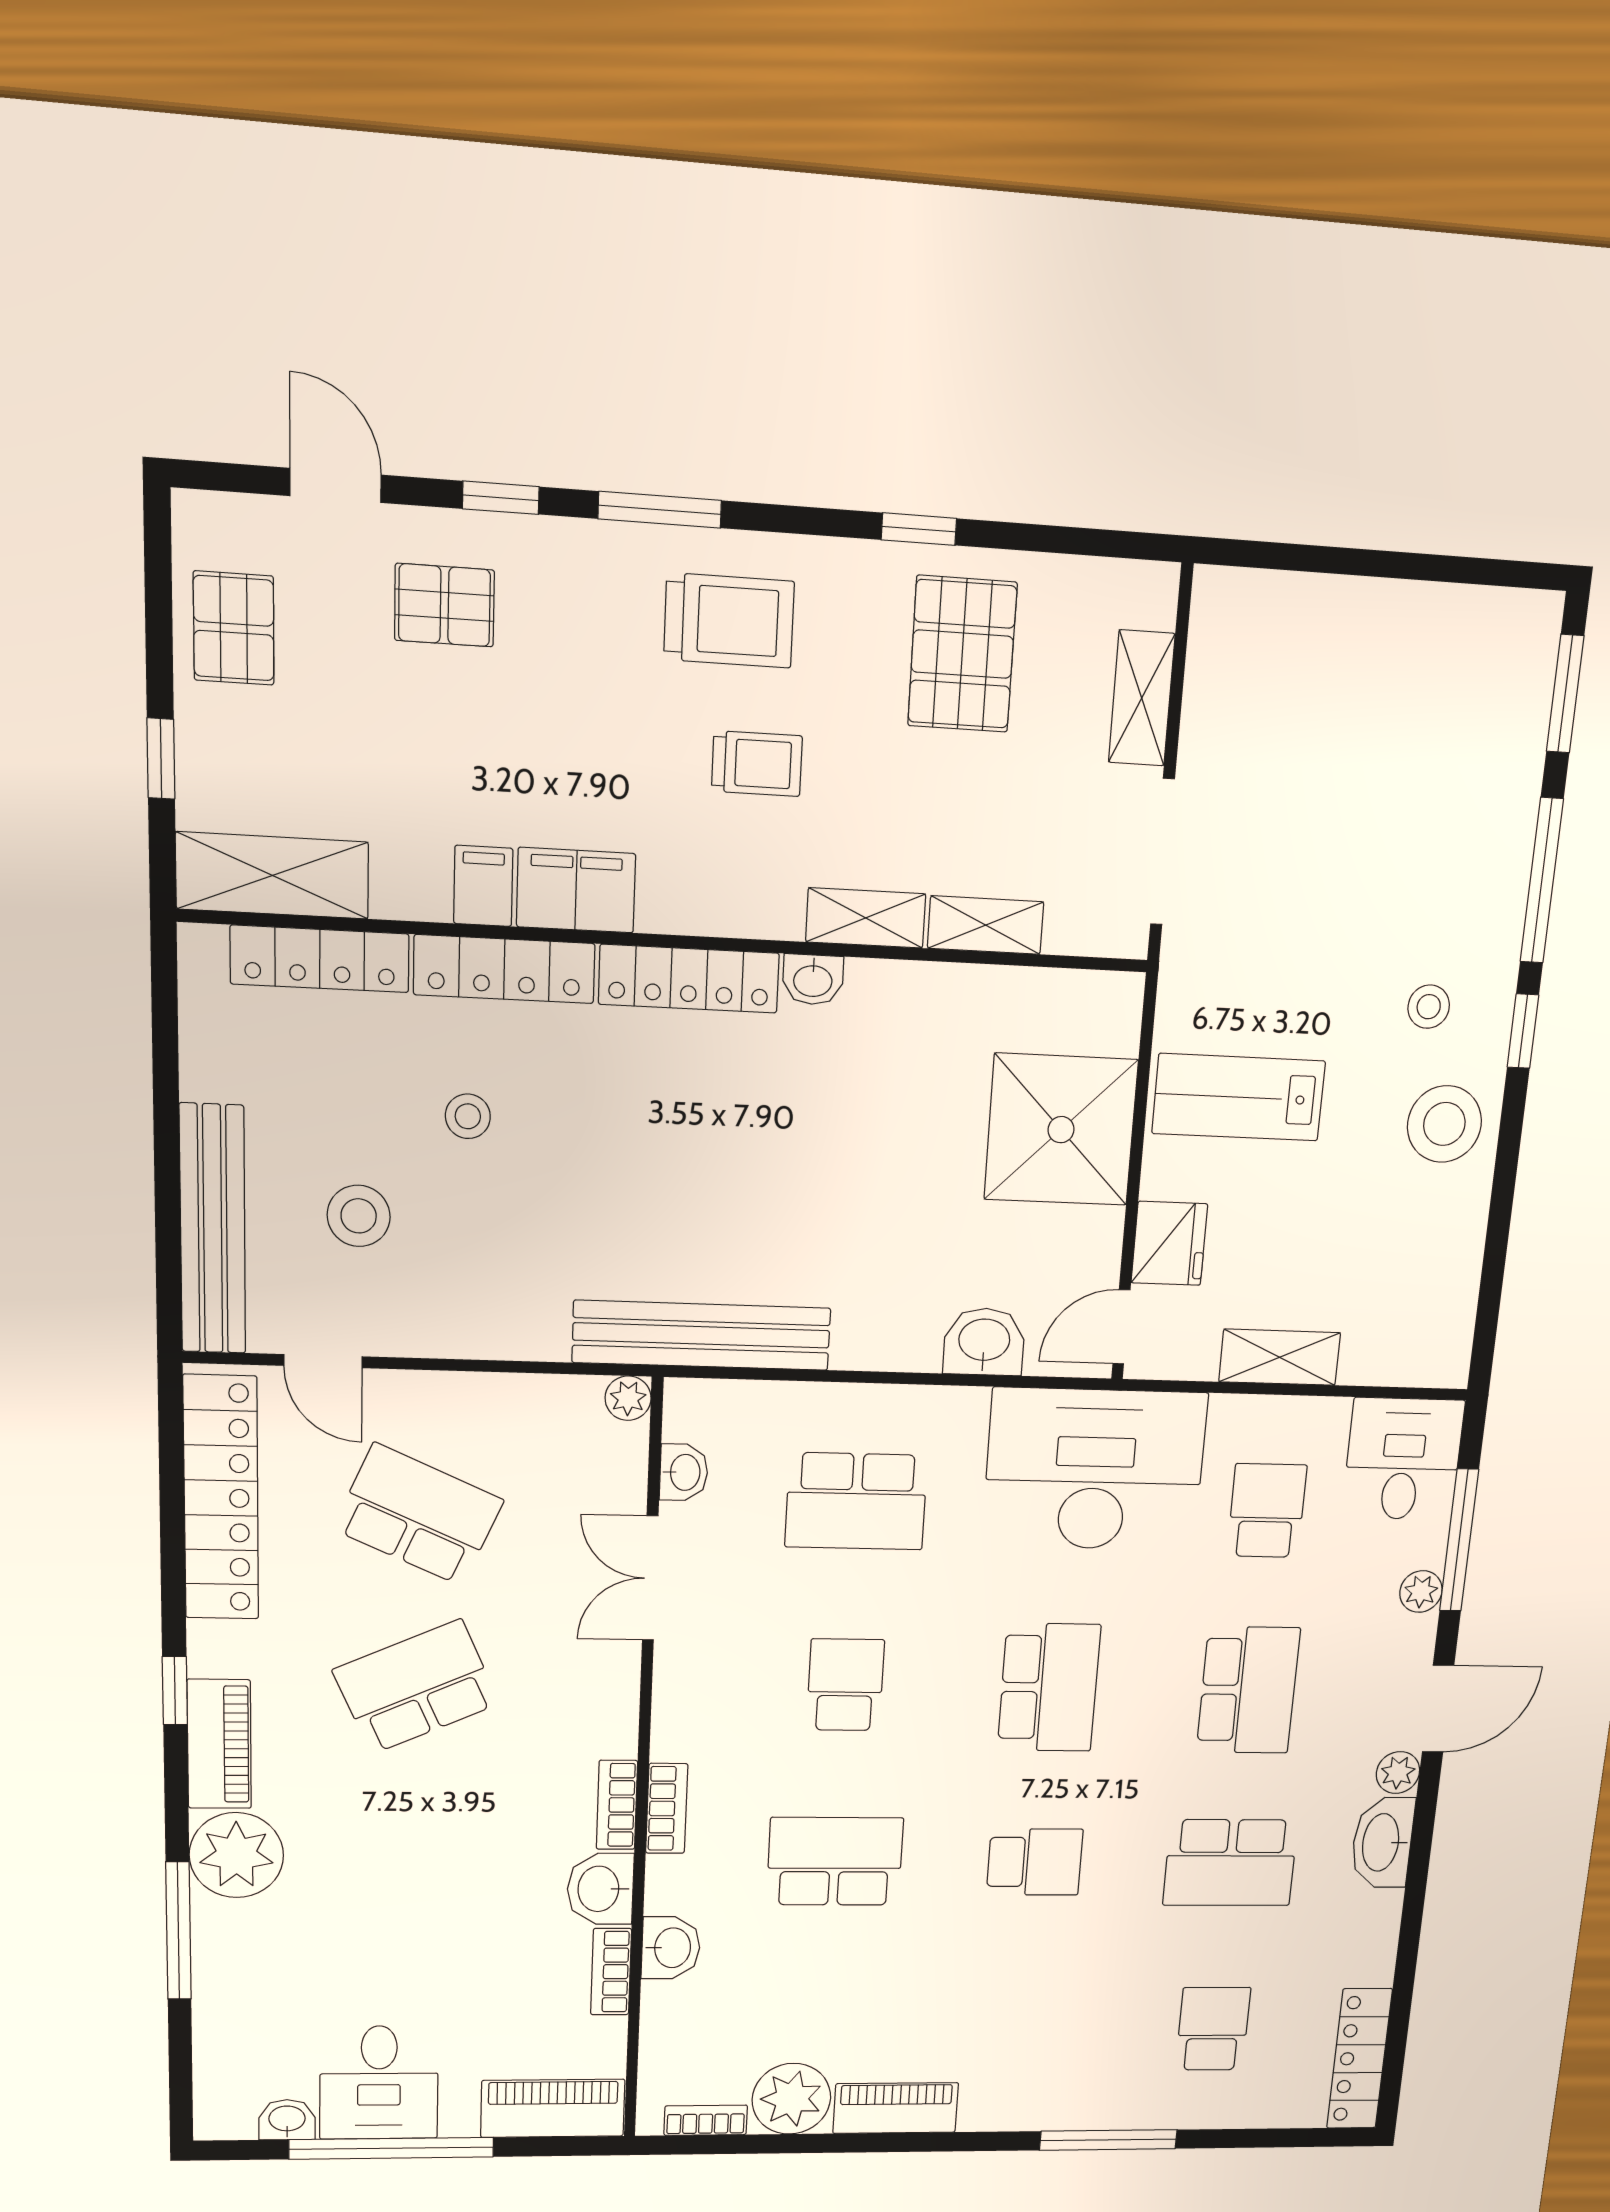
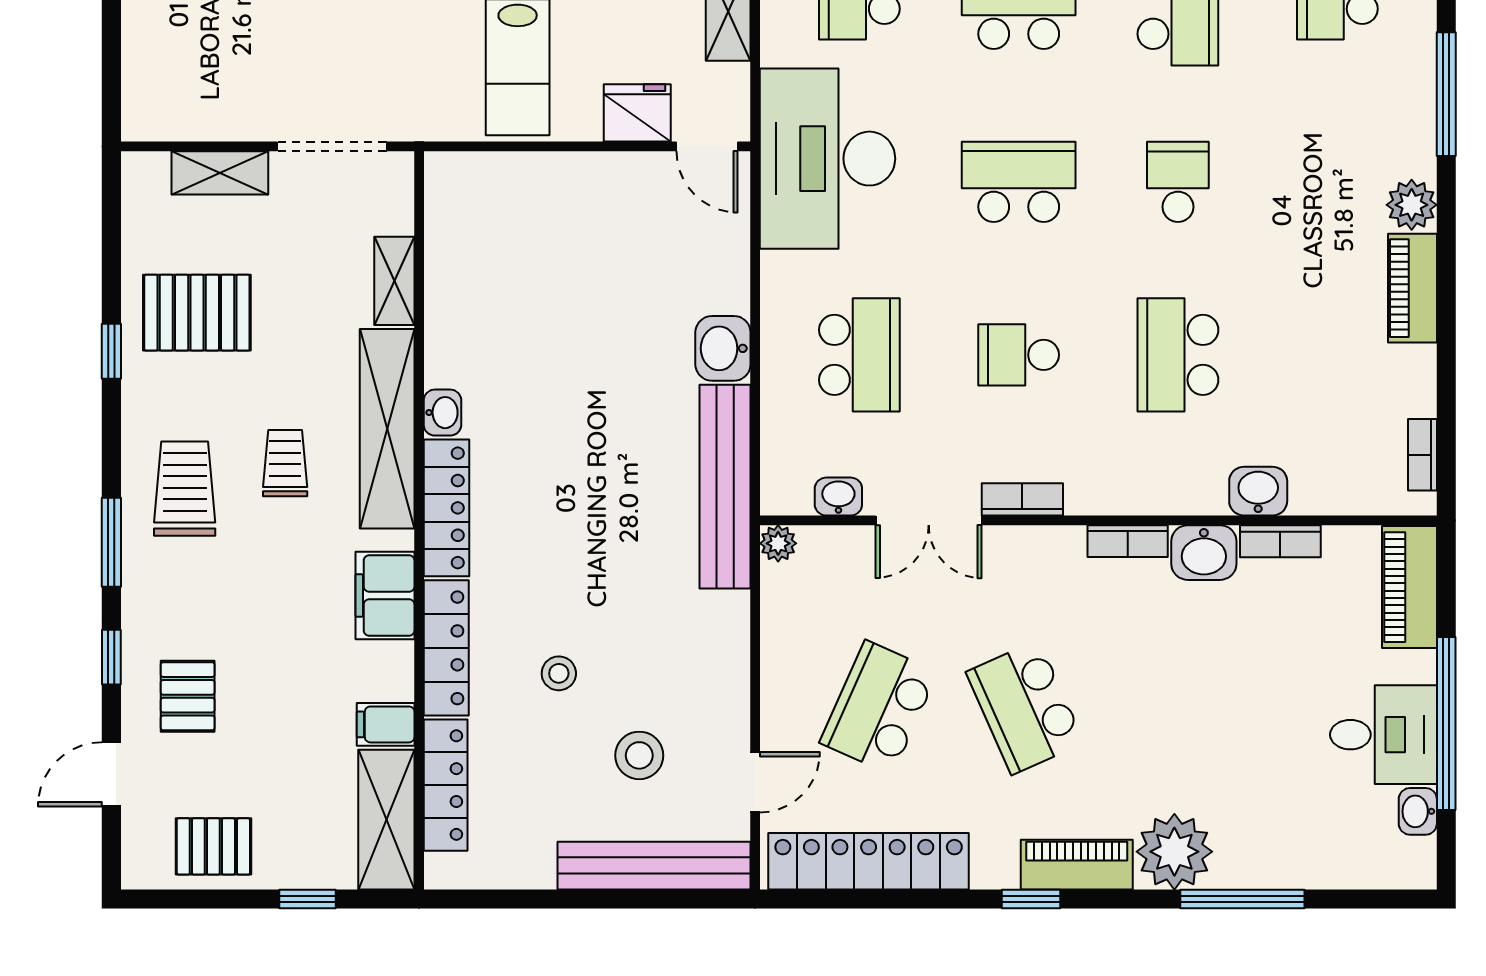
filing cabinet: (483, 886) -> (386, 724), moved
shelving: (866, 918) -> (387, 429), width x2.20, depth x1.33
shower: (1061, 1130) -> (549, 209), removed
washbasin: (984, 1342) -> (723, 348), moved
bookcase: (667, 1808) -> (1022, 499), moved
plant: (791, 2099) -> (1412, 205), moved, width x0.73, depth x0.73

